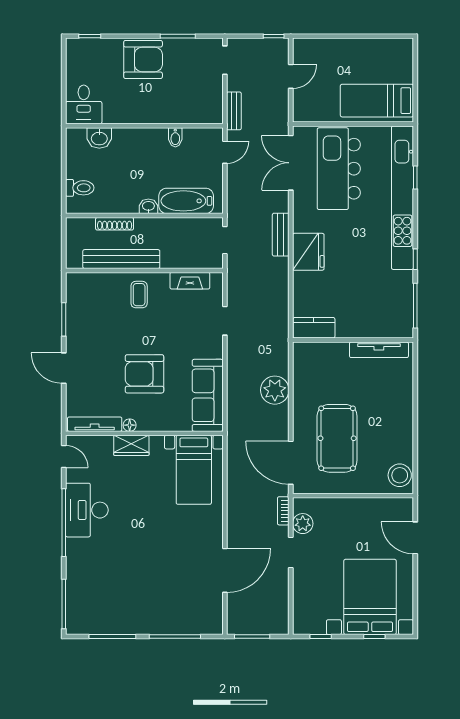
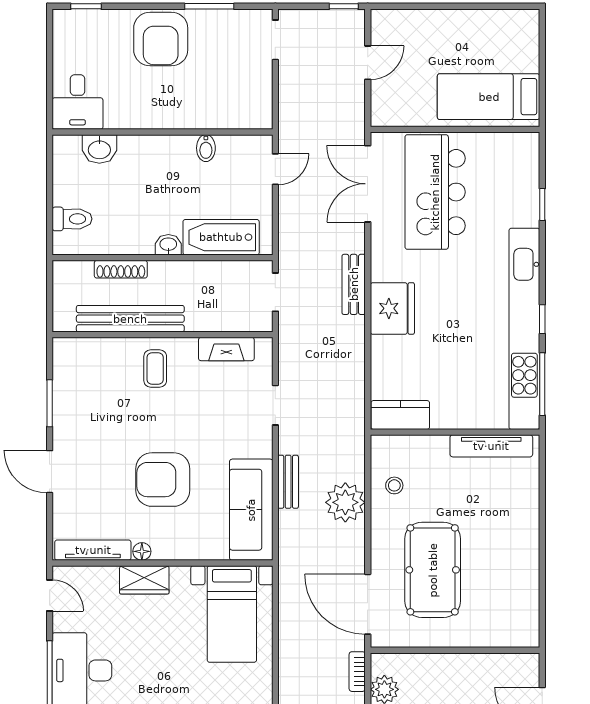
armchair: (143, 59) -> (161, 39), turned 90
bench: (234, 111) -> (288, 482), moved
kitchen unit: (403, 198) -> (524, 329), moved
stool: (400, 475) -> (394, 485), moved, width x0.53, depth x0.53

